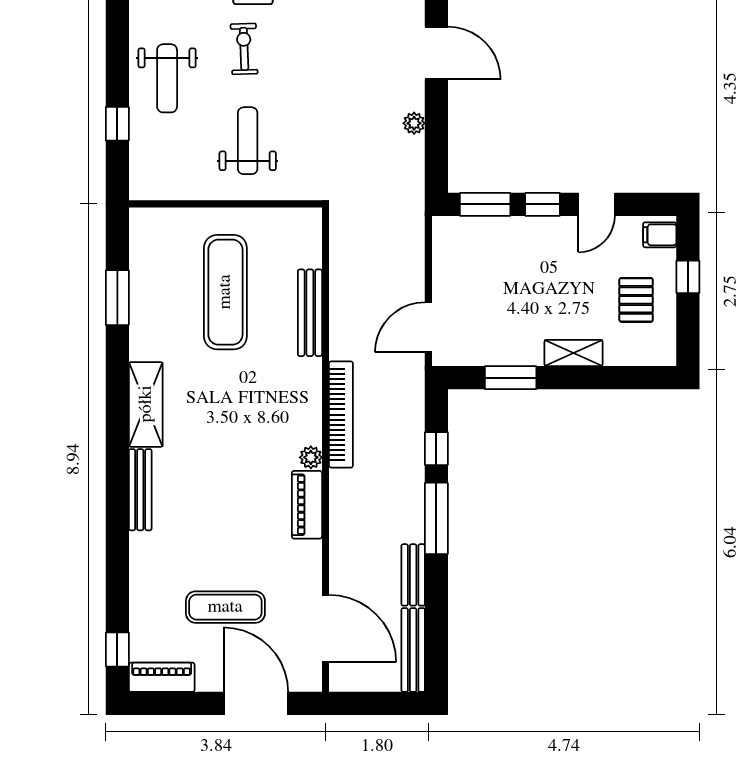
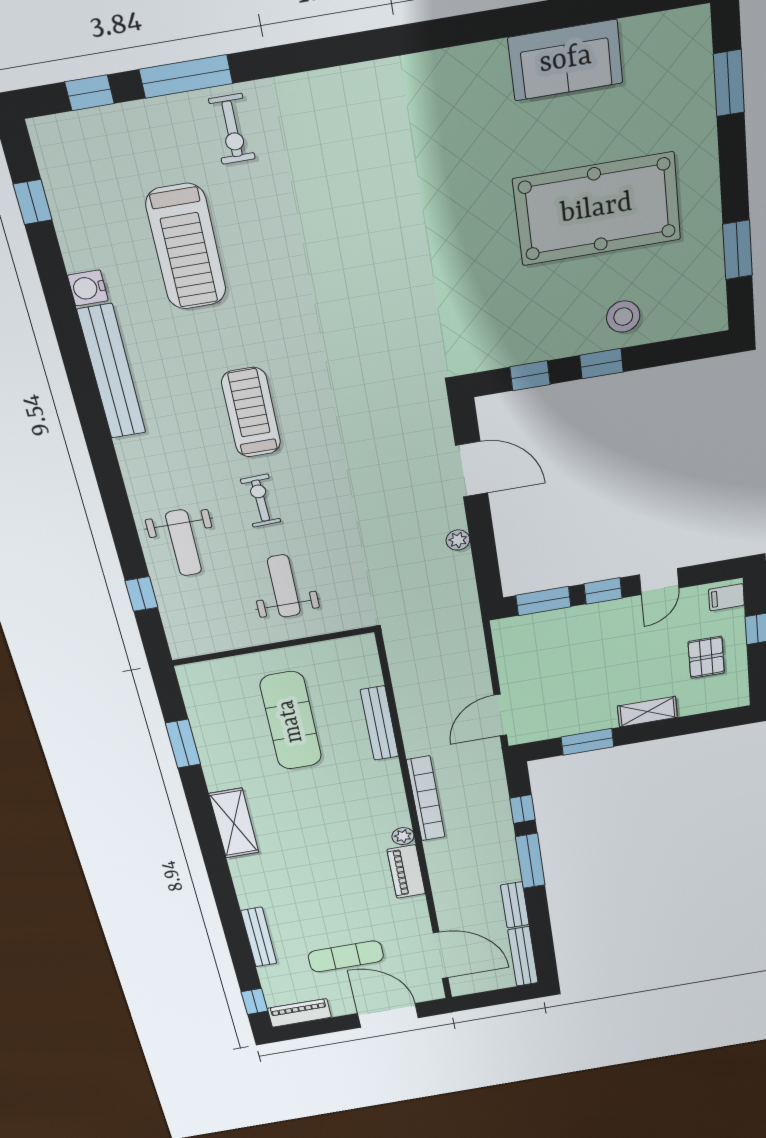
bench: (140, 490) -> (259, 937), moved

